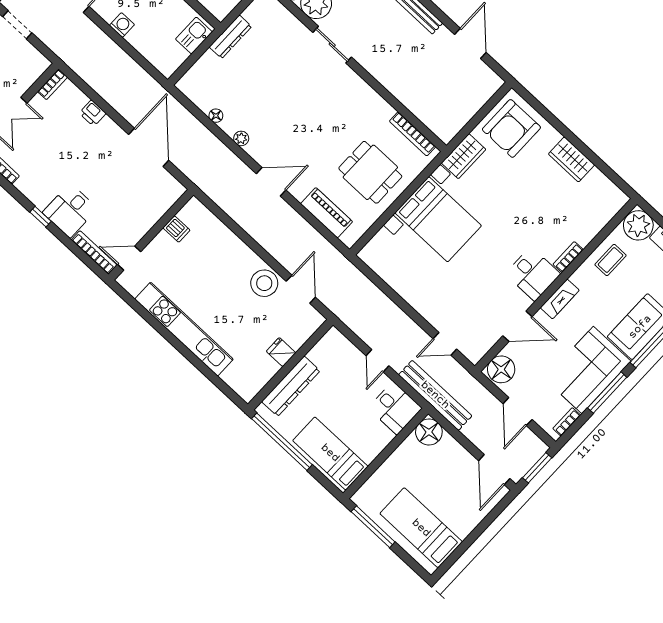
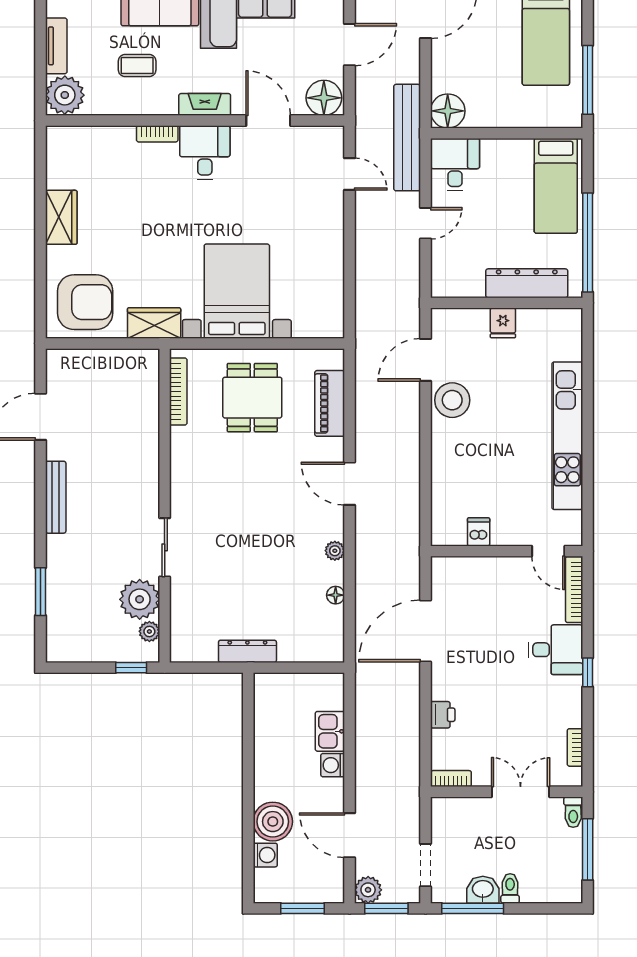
kitchen sink: (194, 35) -> (330, 731), moved, turned 90
coffee table: (611, 260) -> (137, 65), moved

